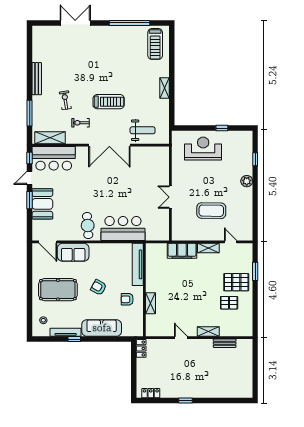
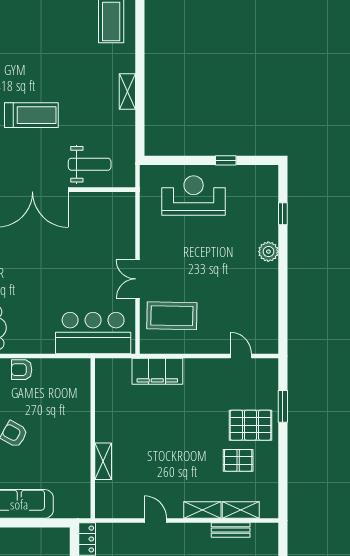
coffee table: (211, 211) -> (172, 316), moved
bar counter: (123, 229) -> (93, 333), moved
shelving: (208, 248) -> (241, 510), moved
tv unit: (138, 264) -> (81, 395), removed
armchair: (127, 299) -> (22, 370), moved

